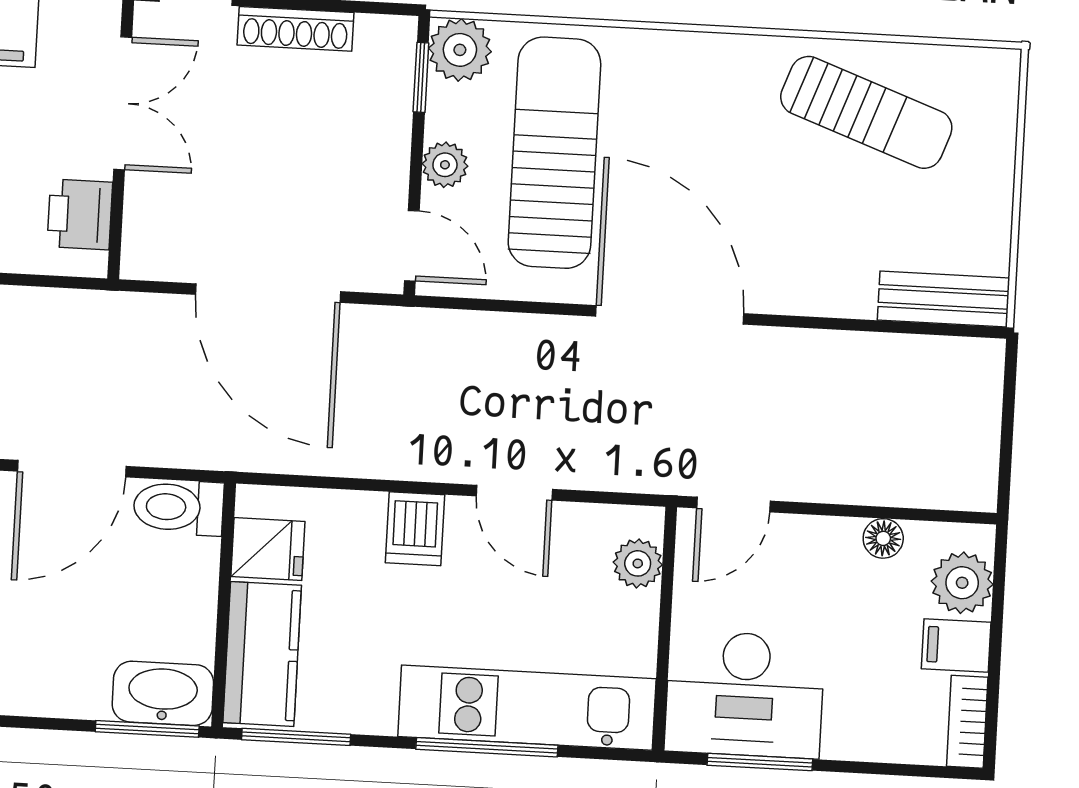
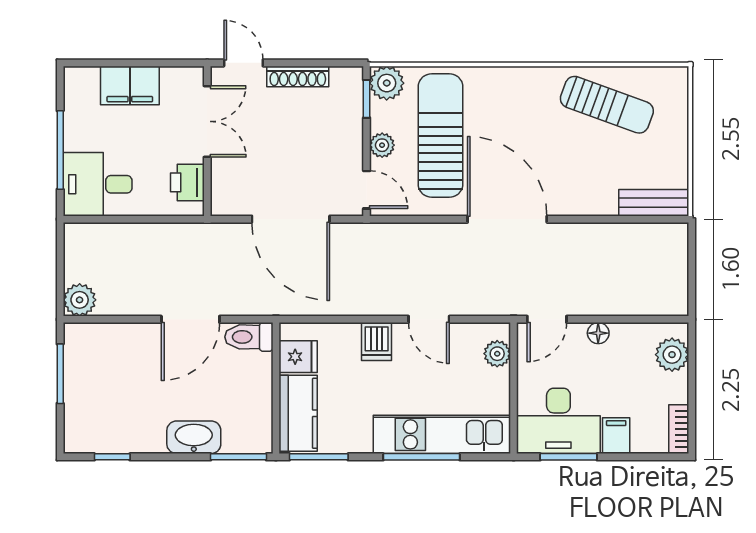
floor lamp: (883, 538) -> (598, 333), moved
filing cabinet: (956, 645) -> (616, 436), moved, turned 90
washbasin: (163, 693) -> (194, 437), moved

